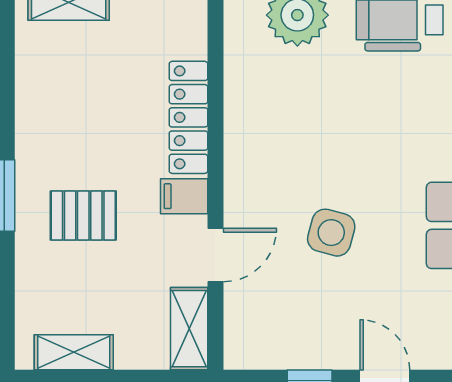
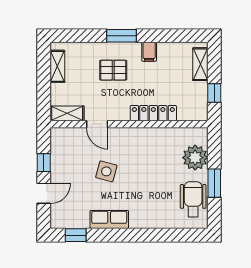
filing cabinet: (184, 196) -> (149, 52), moved, turned 180
pallet: (83, 215) -> (113, 70), turned 90

